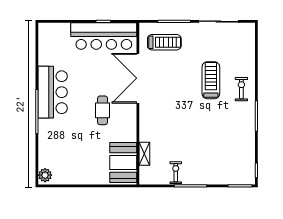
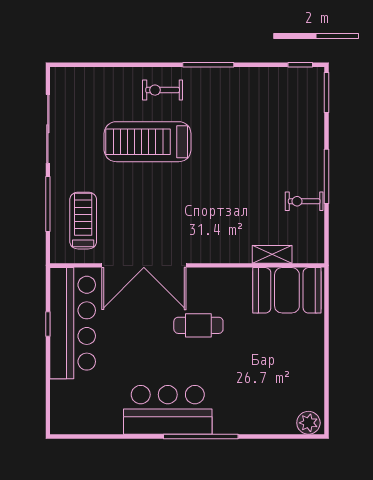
treadmill: (211, 80) -> (148, 142), width x1.37, depth x1.38

